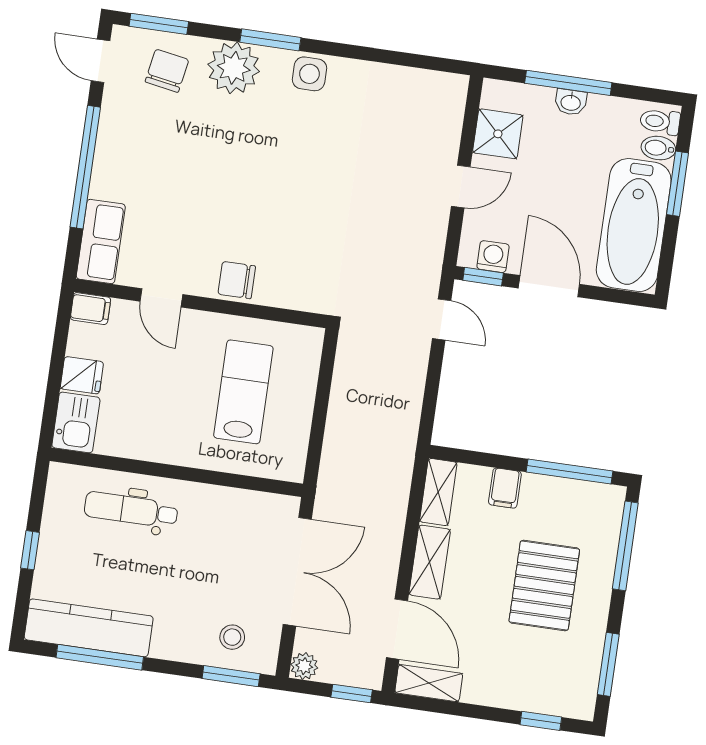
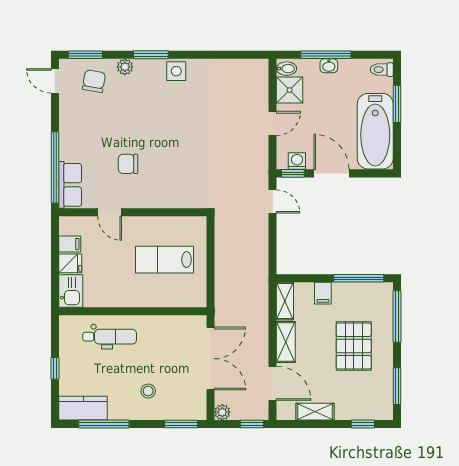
plant: (234, 68) -> (125, 67), width x0.53, depth x0.53
bidet: (658, 148) -> (287, 69), moved, turned 180
window: (85, 167) -> (55, 167), moved
chair: (237, 280) -> (128, 164), moved
filing cabinet: (90, 309) -> (70, 244), moved
lab bench: (243, 392) -> (165, 260), turned -90
dental chair: (131, 510) -> (110, 337), turned 180
kitchen counter: (89, 628) -> (83, 408), width x0.67
stool: (232, 637) -> (148, 391), moved
shelving: (429, 683) -> (315, 412), moved

